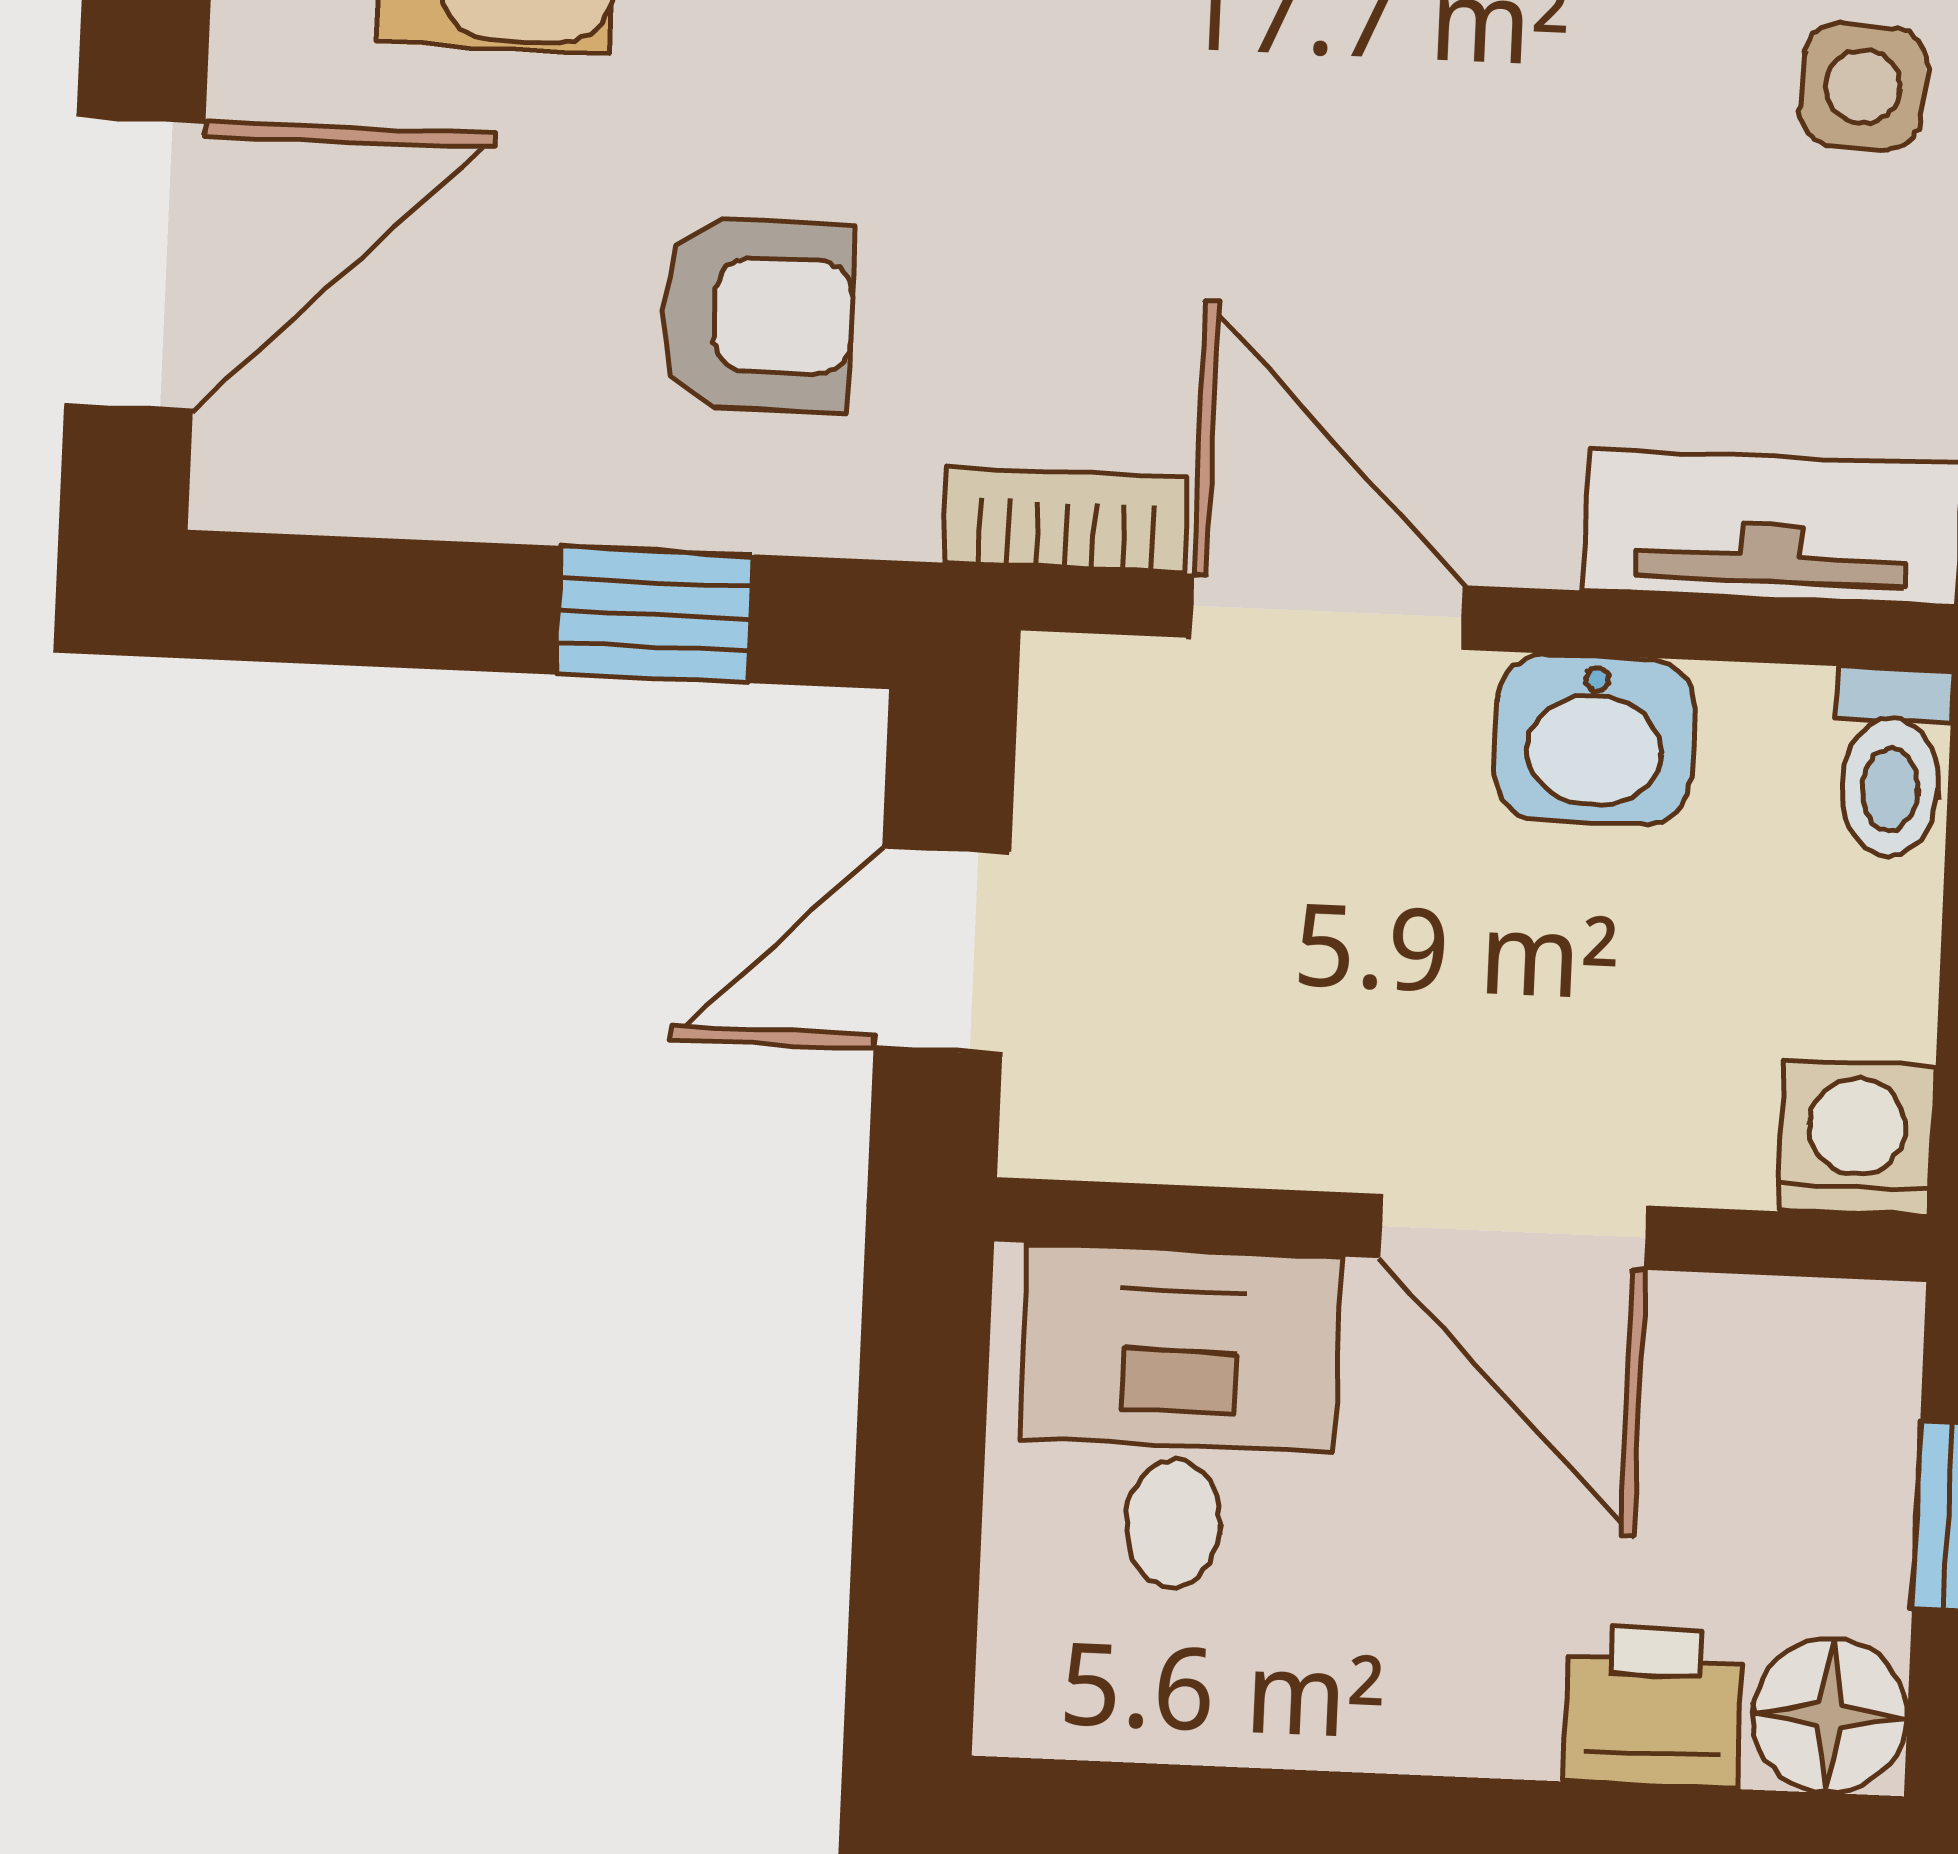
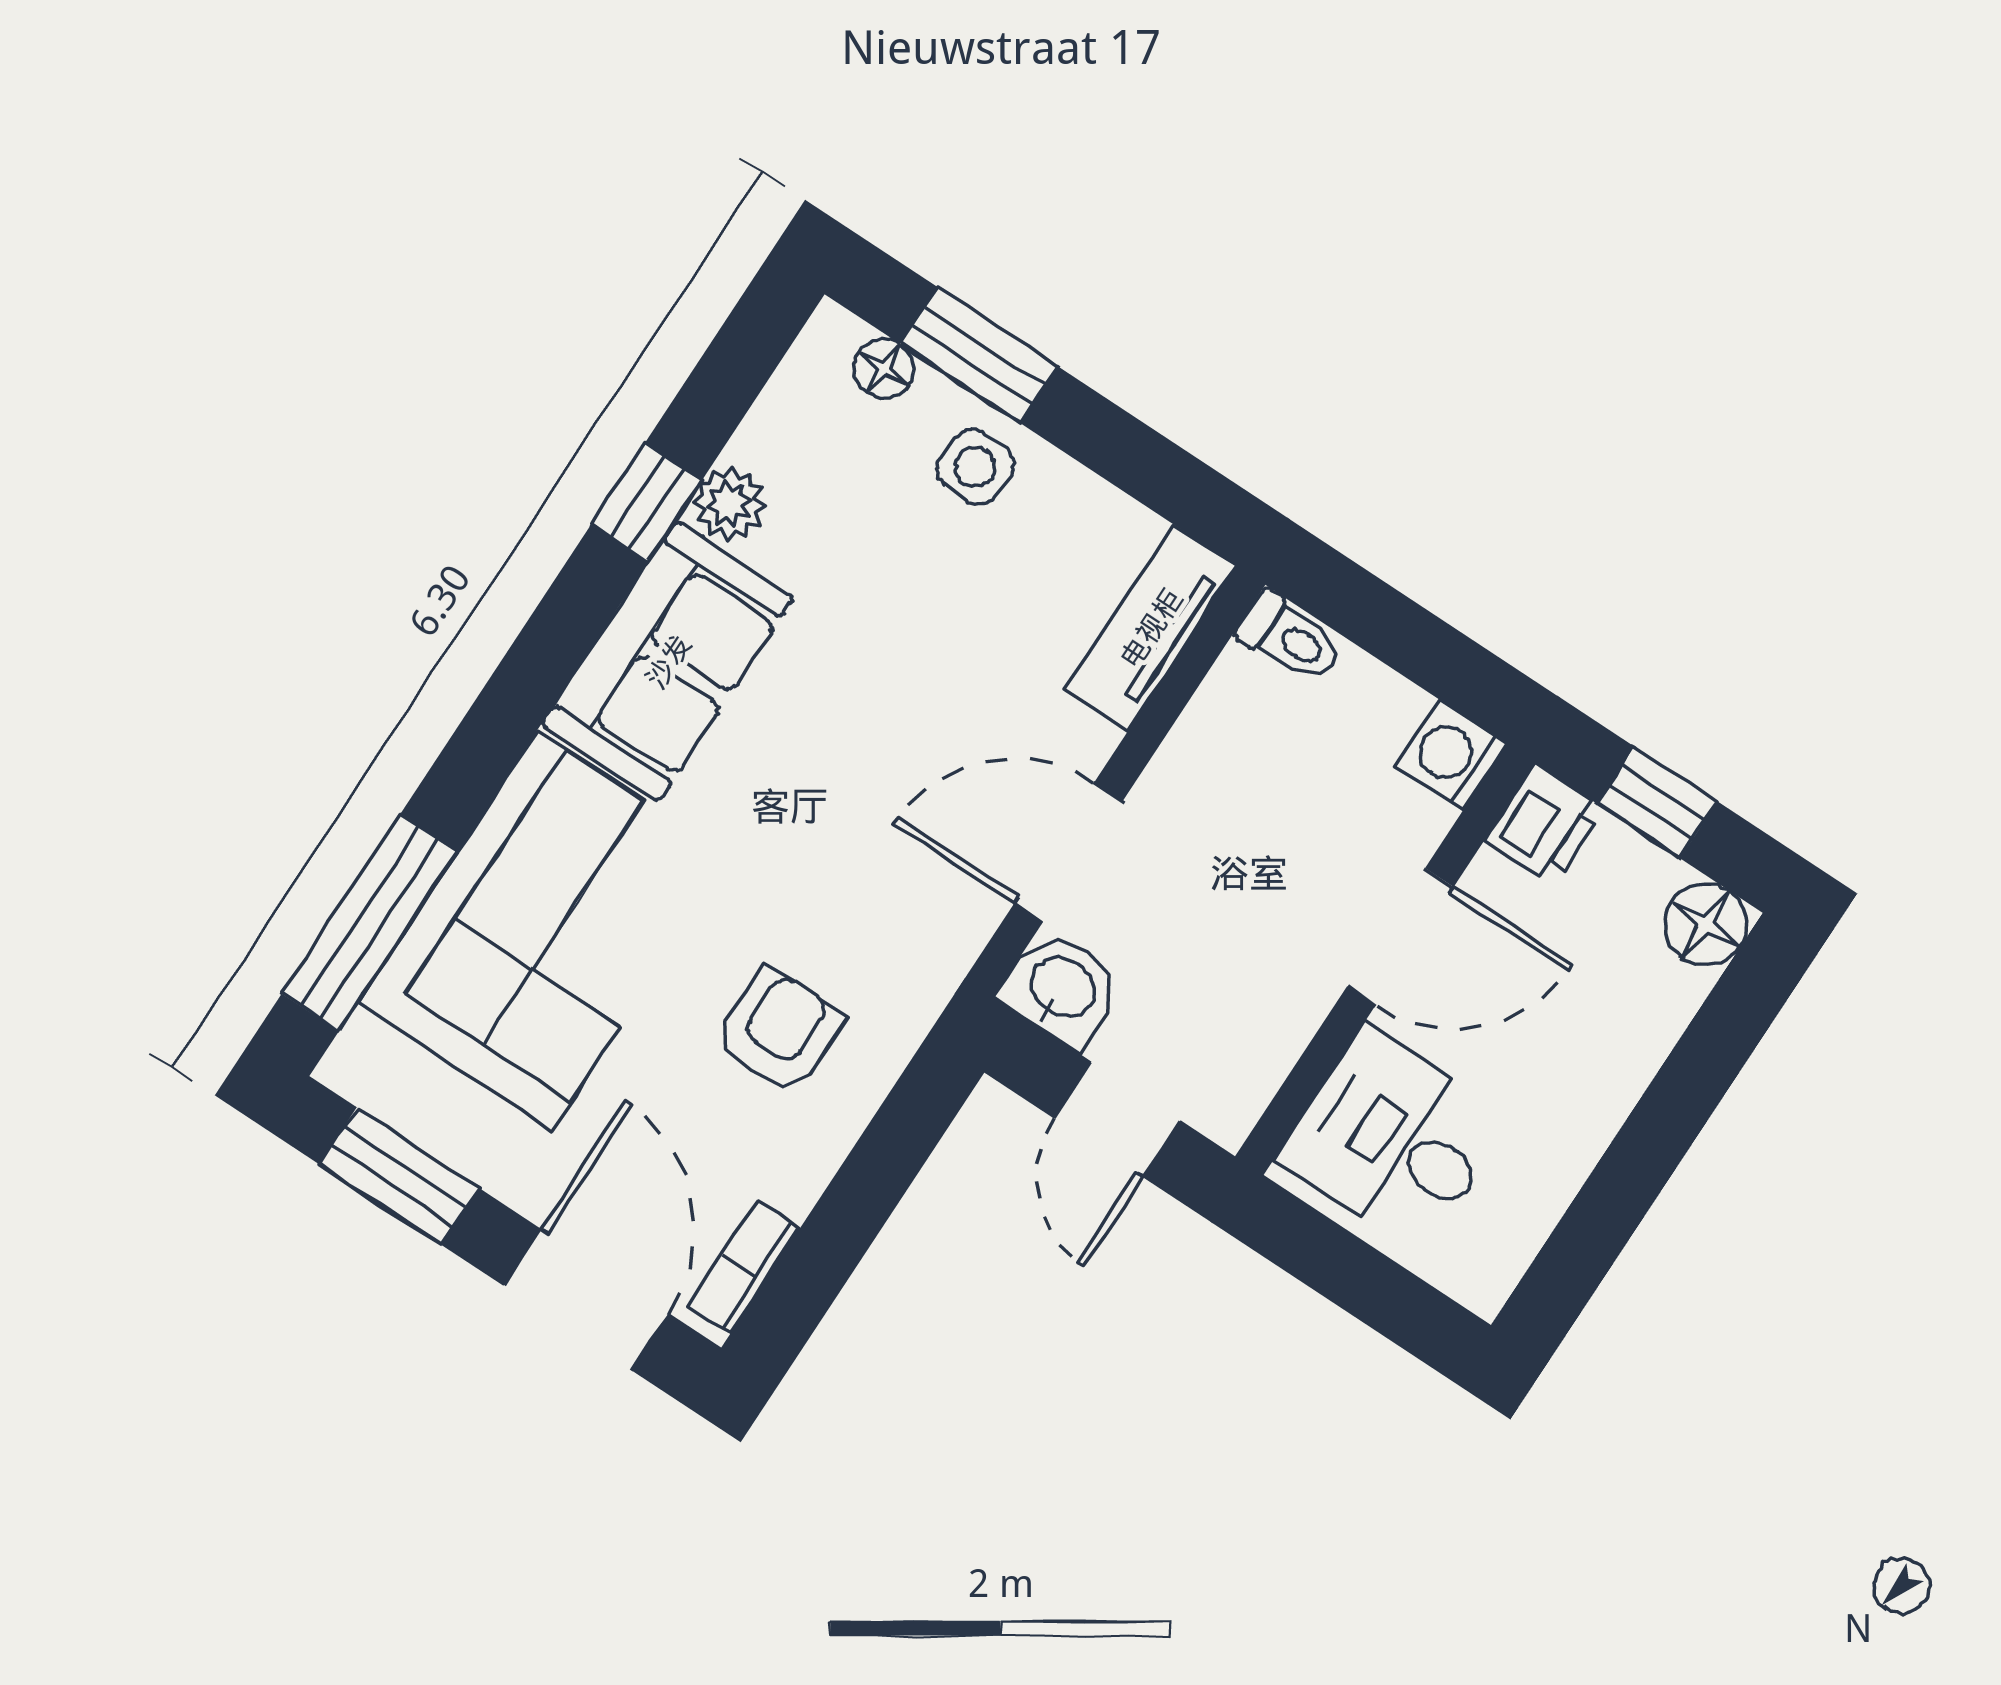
bookcase: (1067, 520) -> (744, 1268), moved
window: (655, 615) -> (887, 1159), removed
washbasin: (1595, 739) -> (1061, 989), moved, turned -90
printer: (1653, 1707) -> (1545, 824), moved, turned 180

